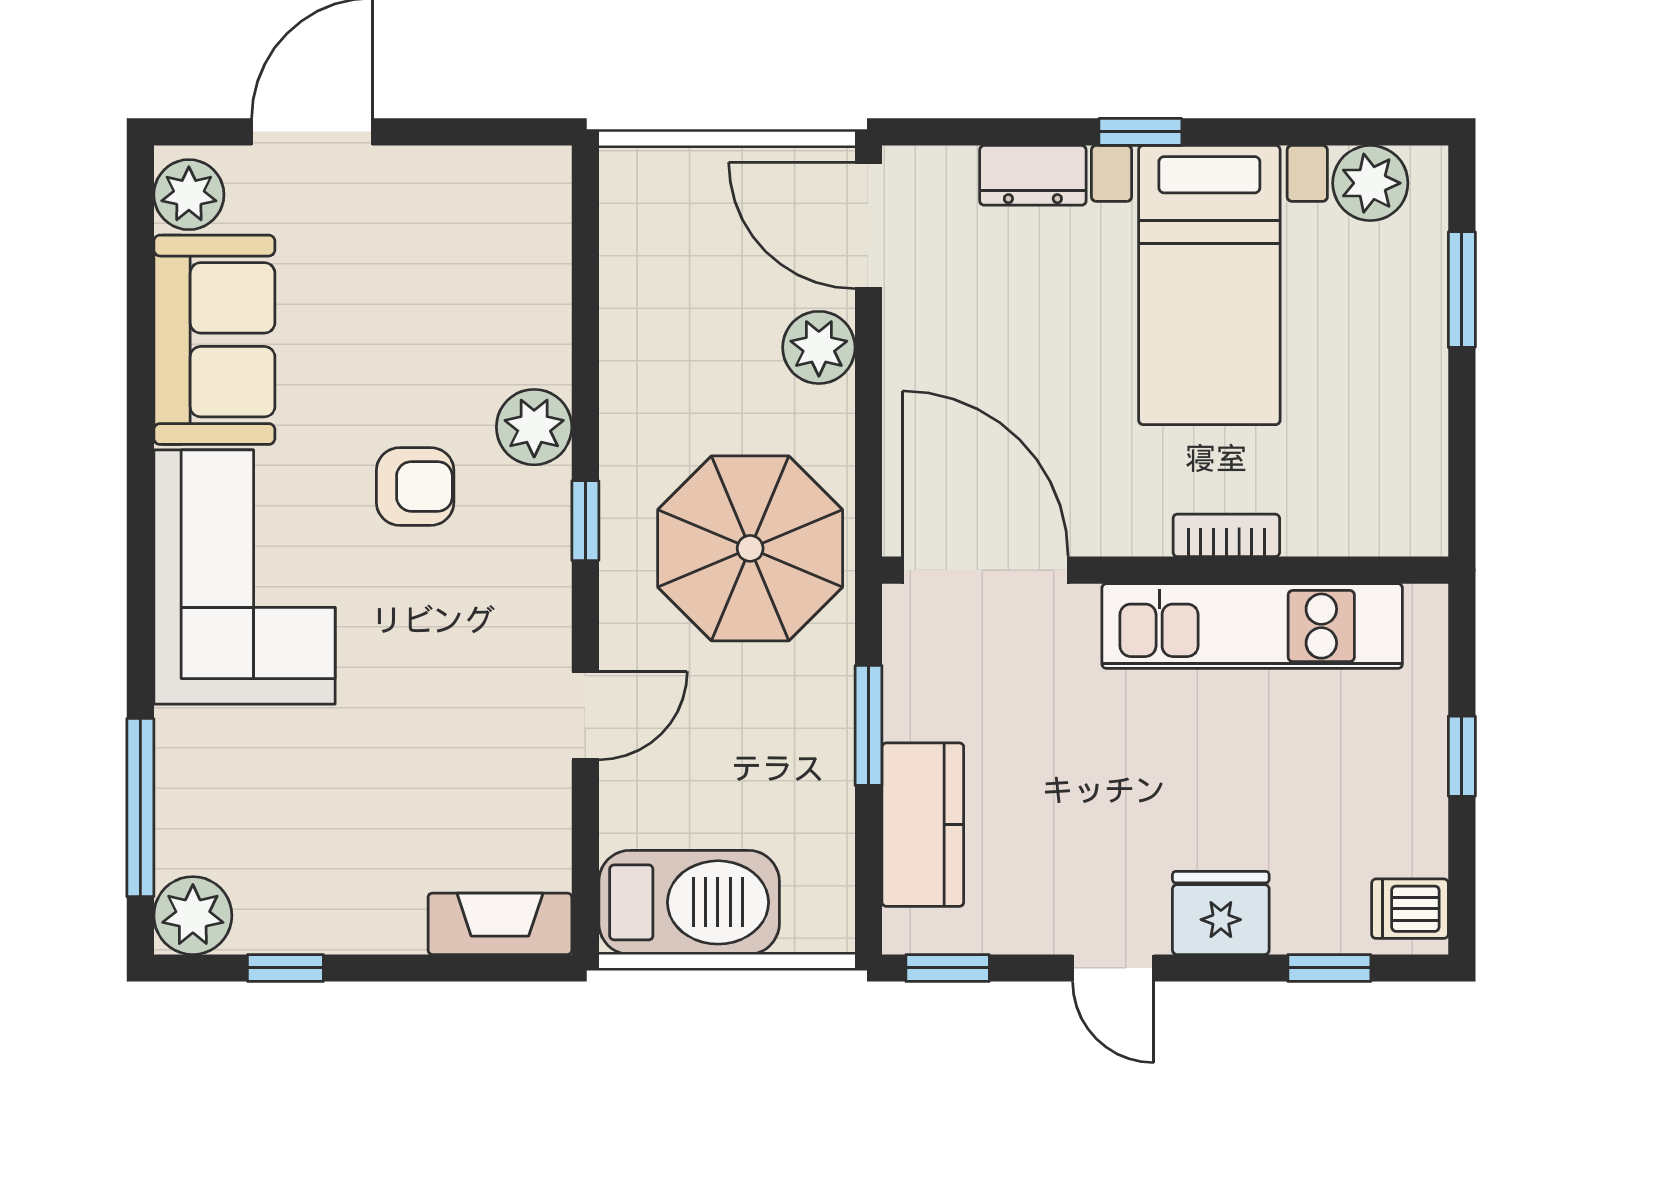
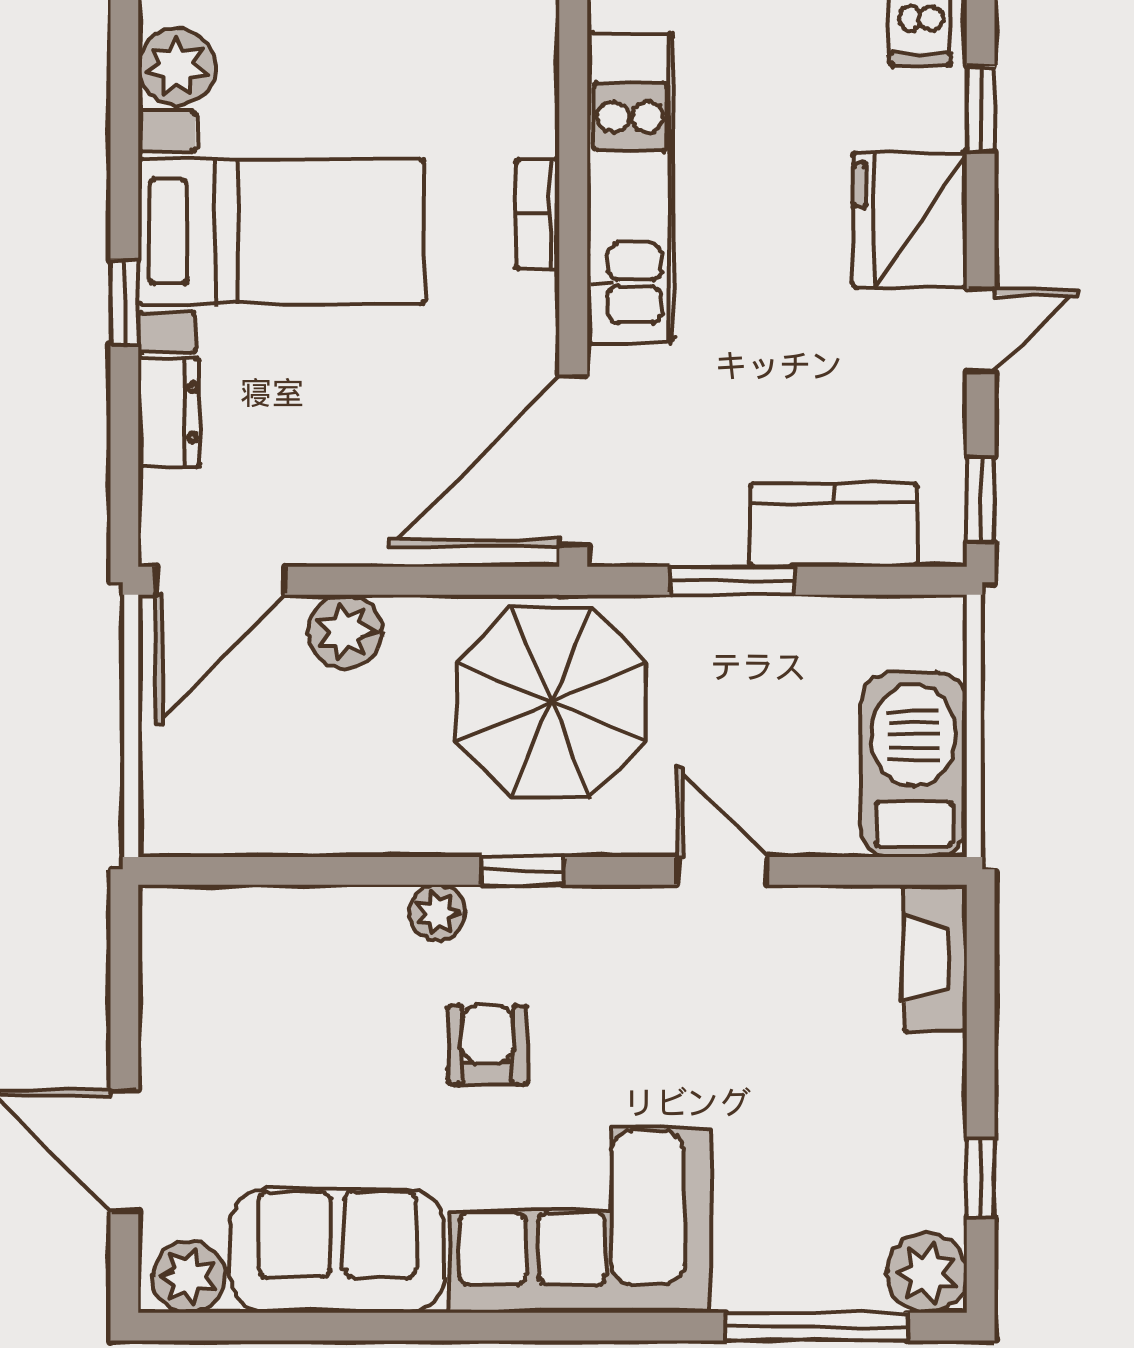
plant: (534, 427) -> (437, 913), width x0.73, depth x0.73
fridge: (1221, 913) -> (910, 220), width x1.36, depth x1.34

